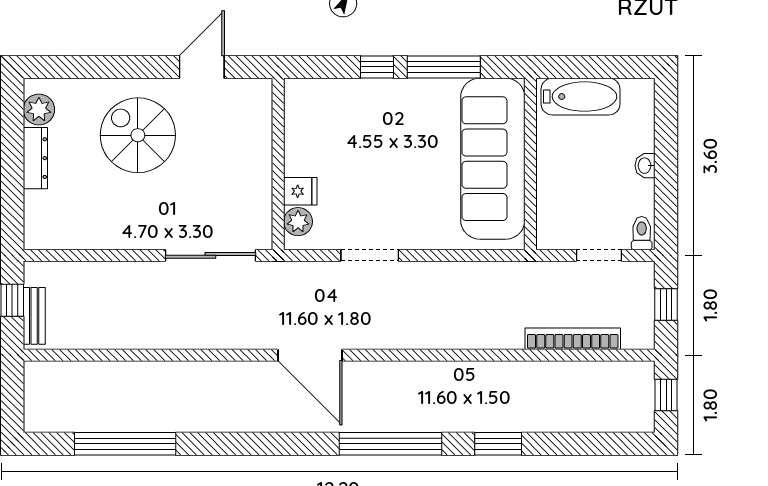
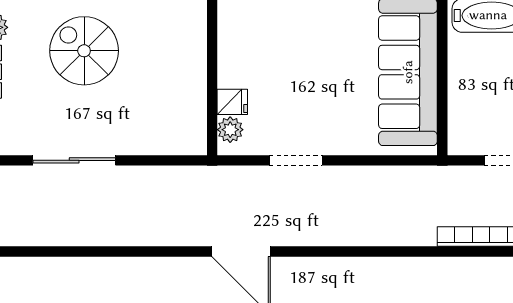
sliding door: (210, 255) -> (74, 160), moved

